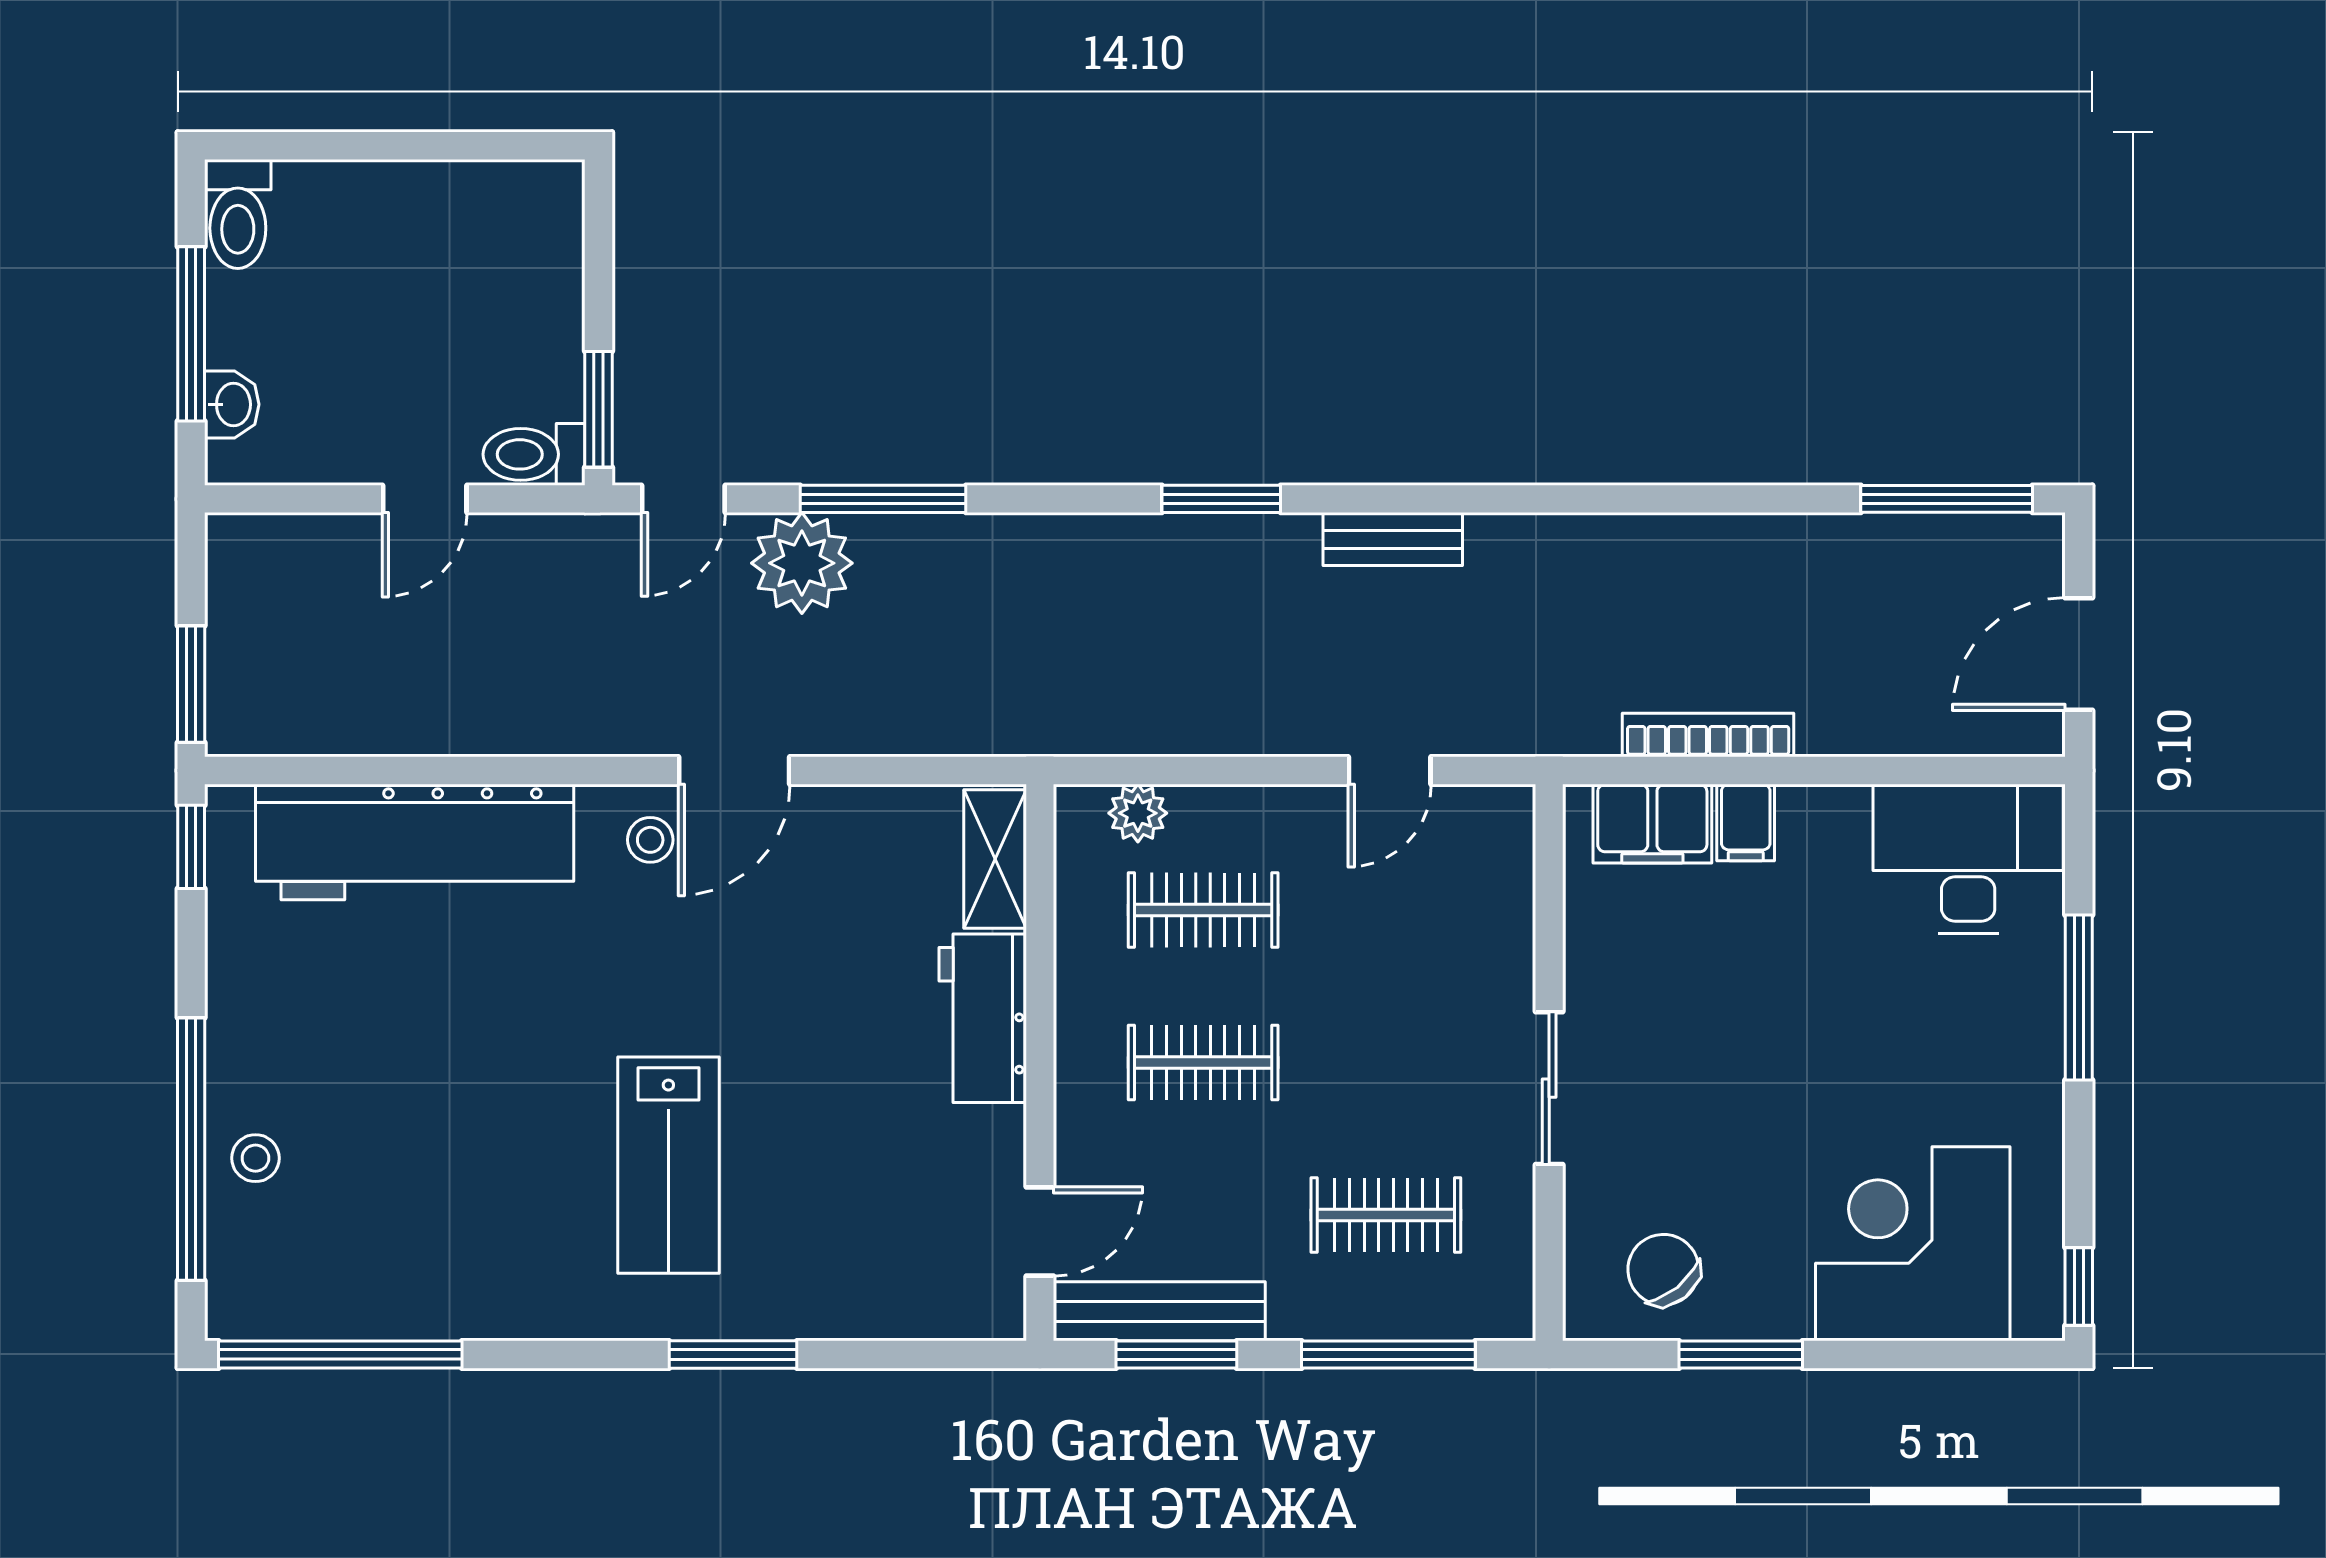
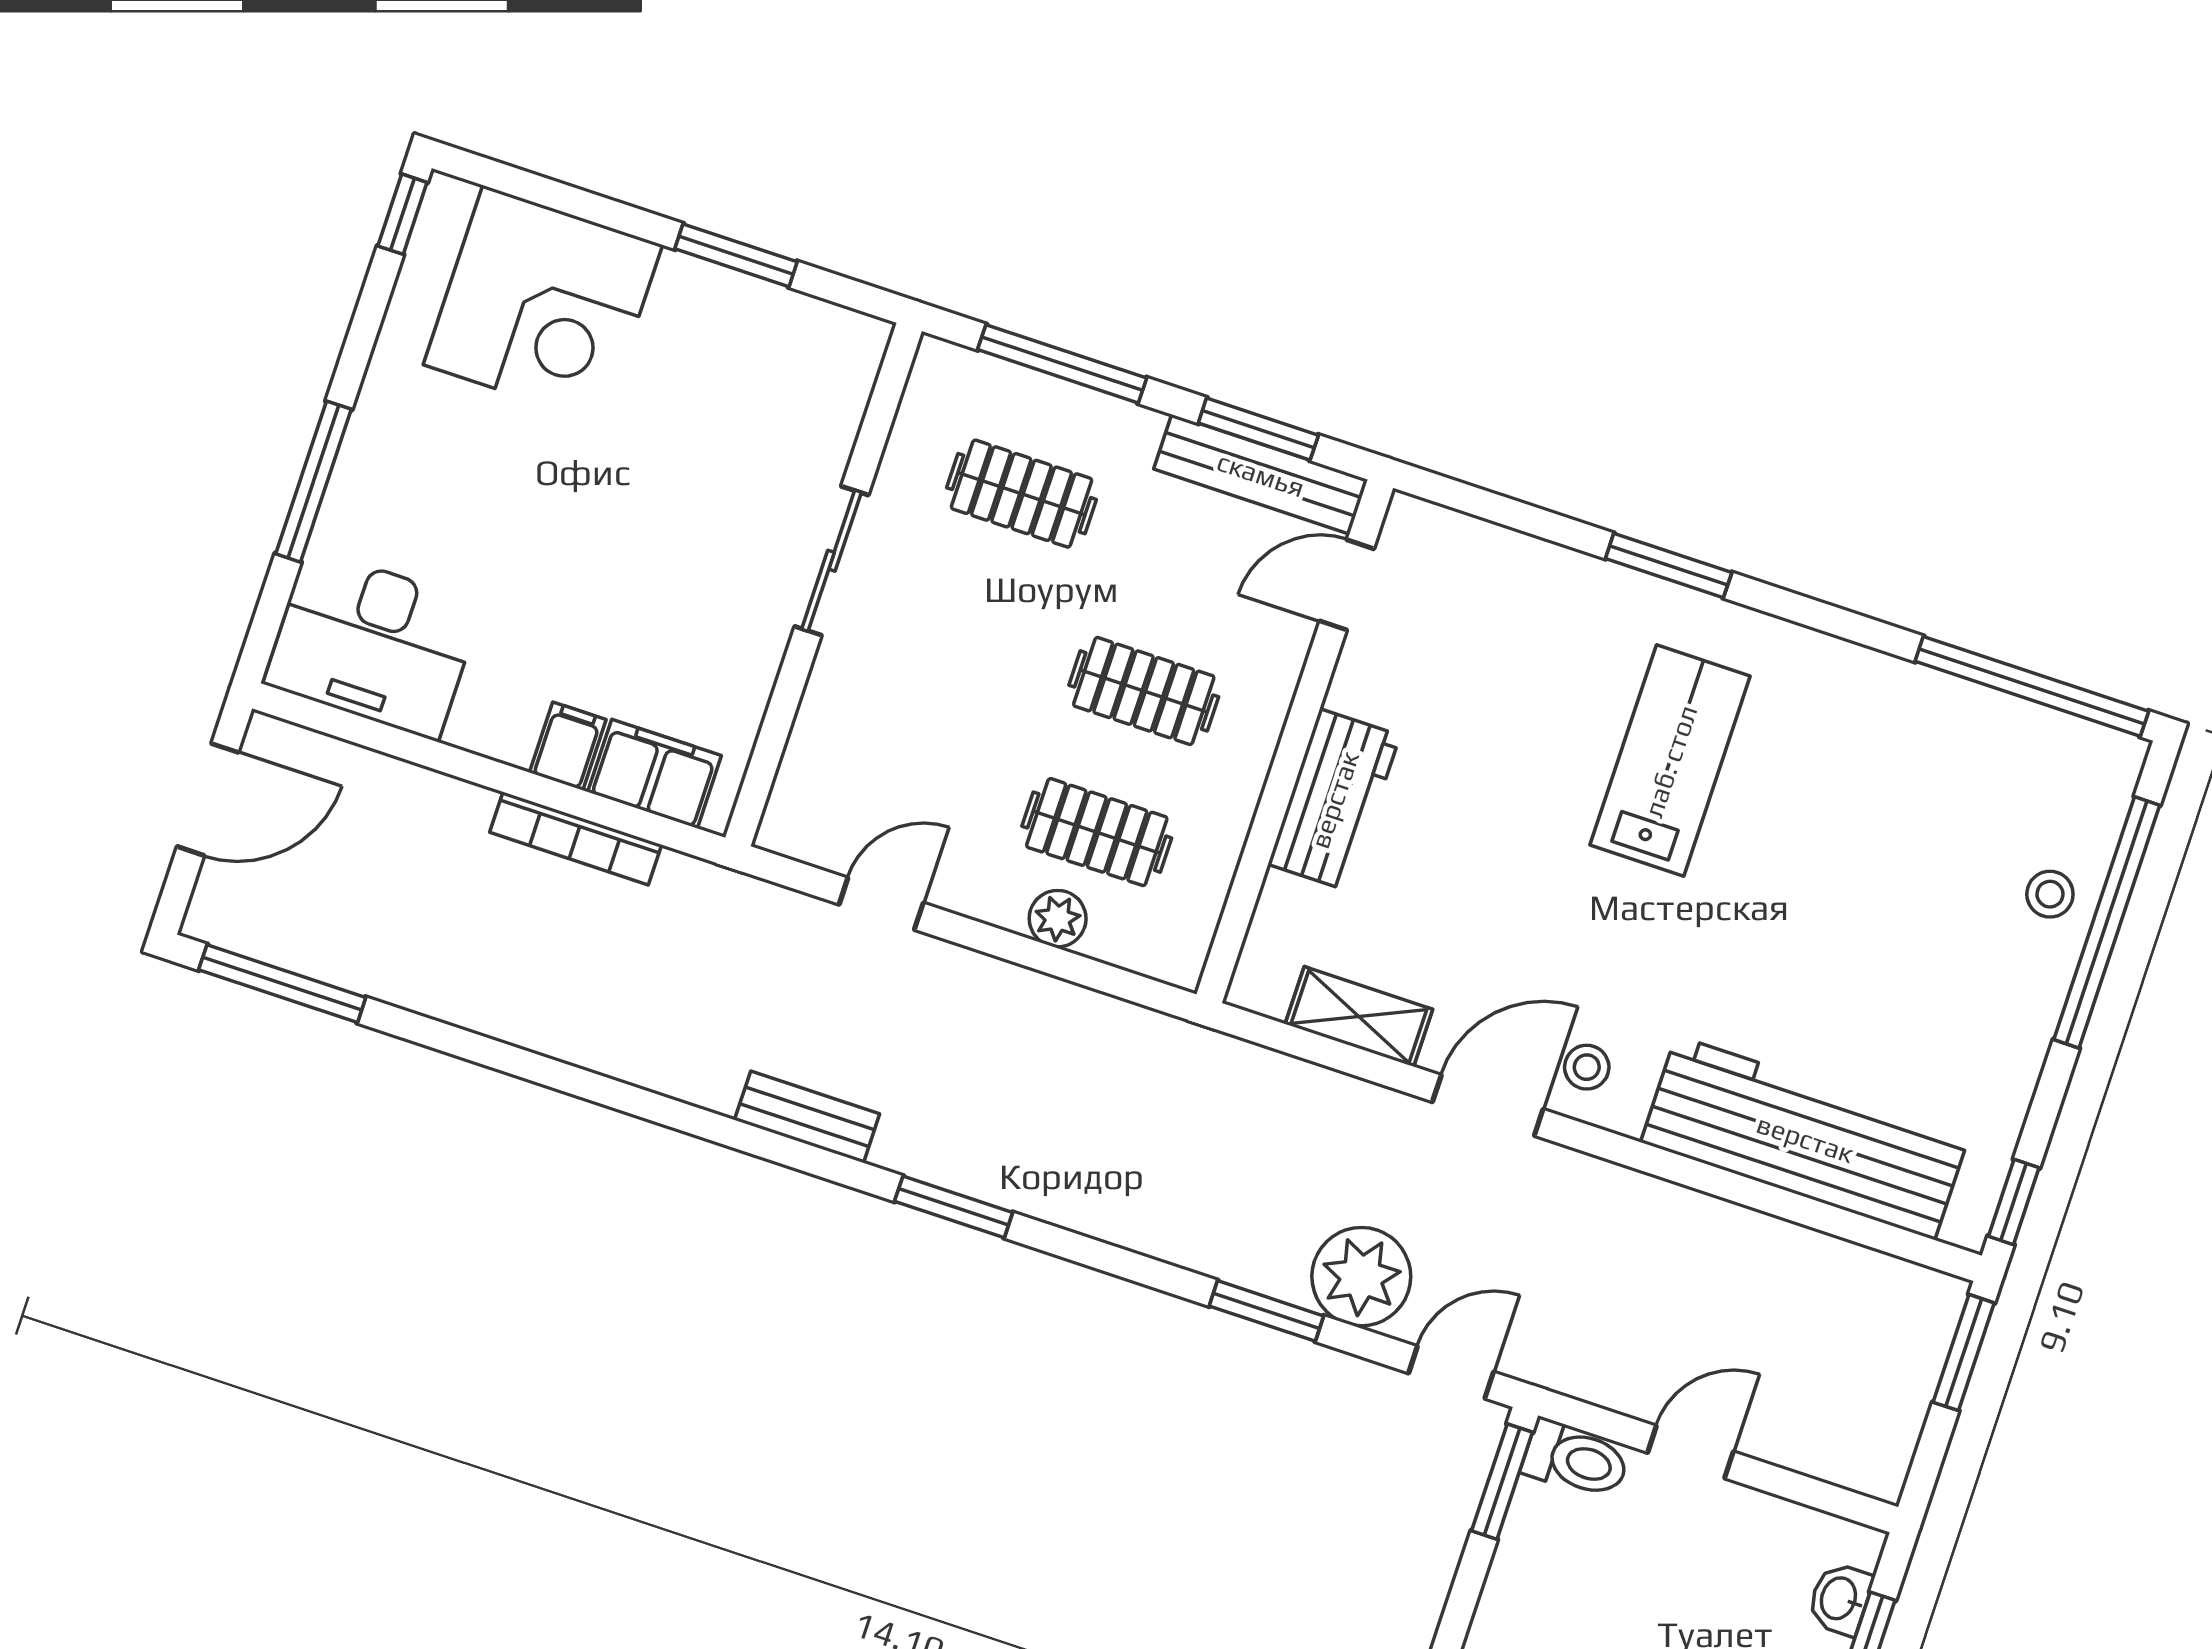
window: (883, 499) -> (1266, 1311), width x0.69
plant: (1138, 813) -> (1058, 919), moved
shelving: (995, 859) -> (1359, 1017), moved, turned 90
chair: (1663, 1270) -> (782, 358), removed

